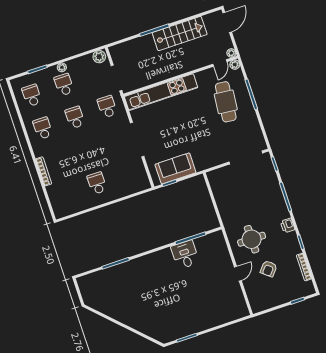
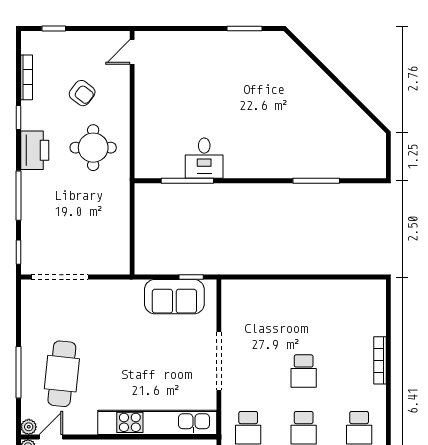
school desk: (97, 183) -> (304, 371), moved
printer: (288, 225) -> (35, 150), width x1.87, depth x1.48
armchair: (269, 269) -> (82, 93), turned 88
door: (238, 274) -> (132, 52), moved

